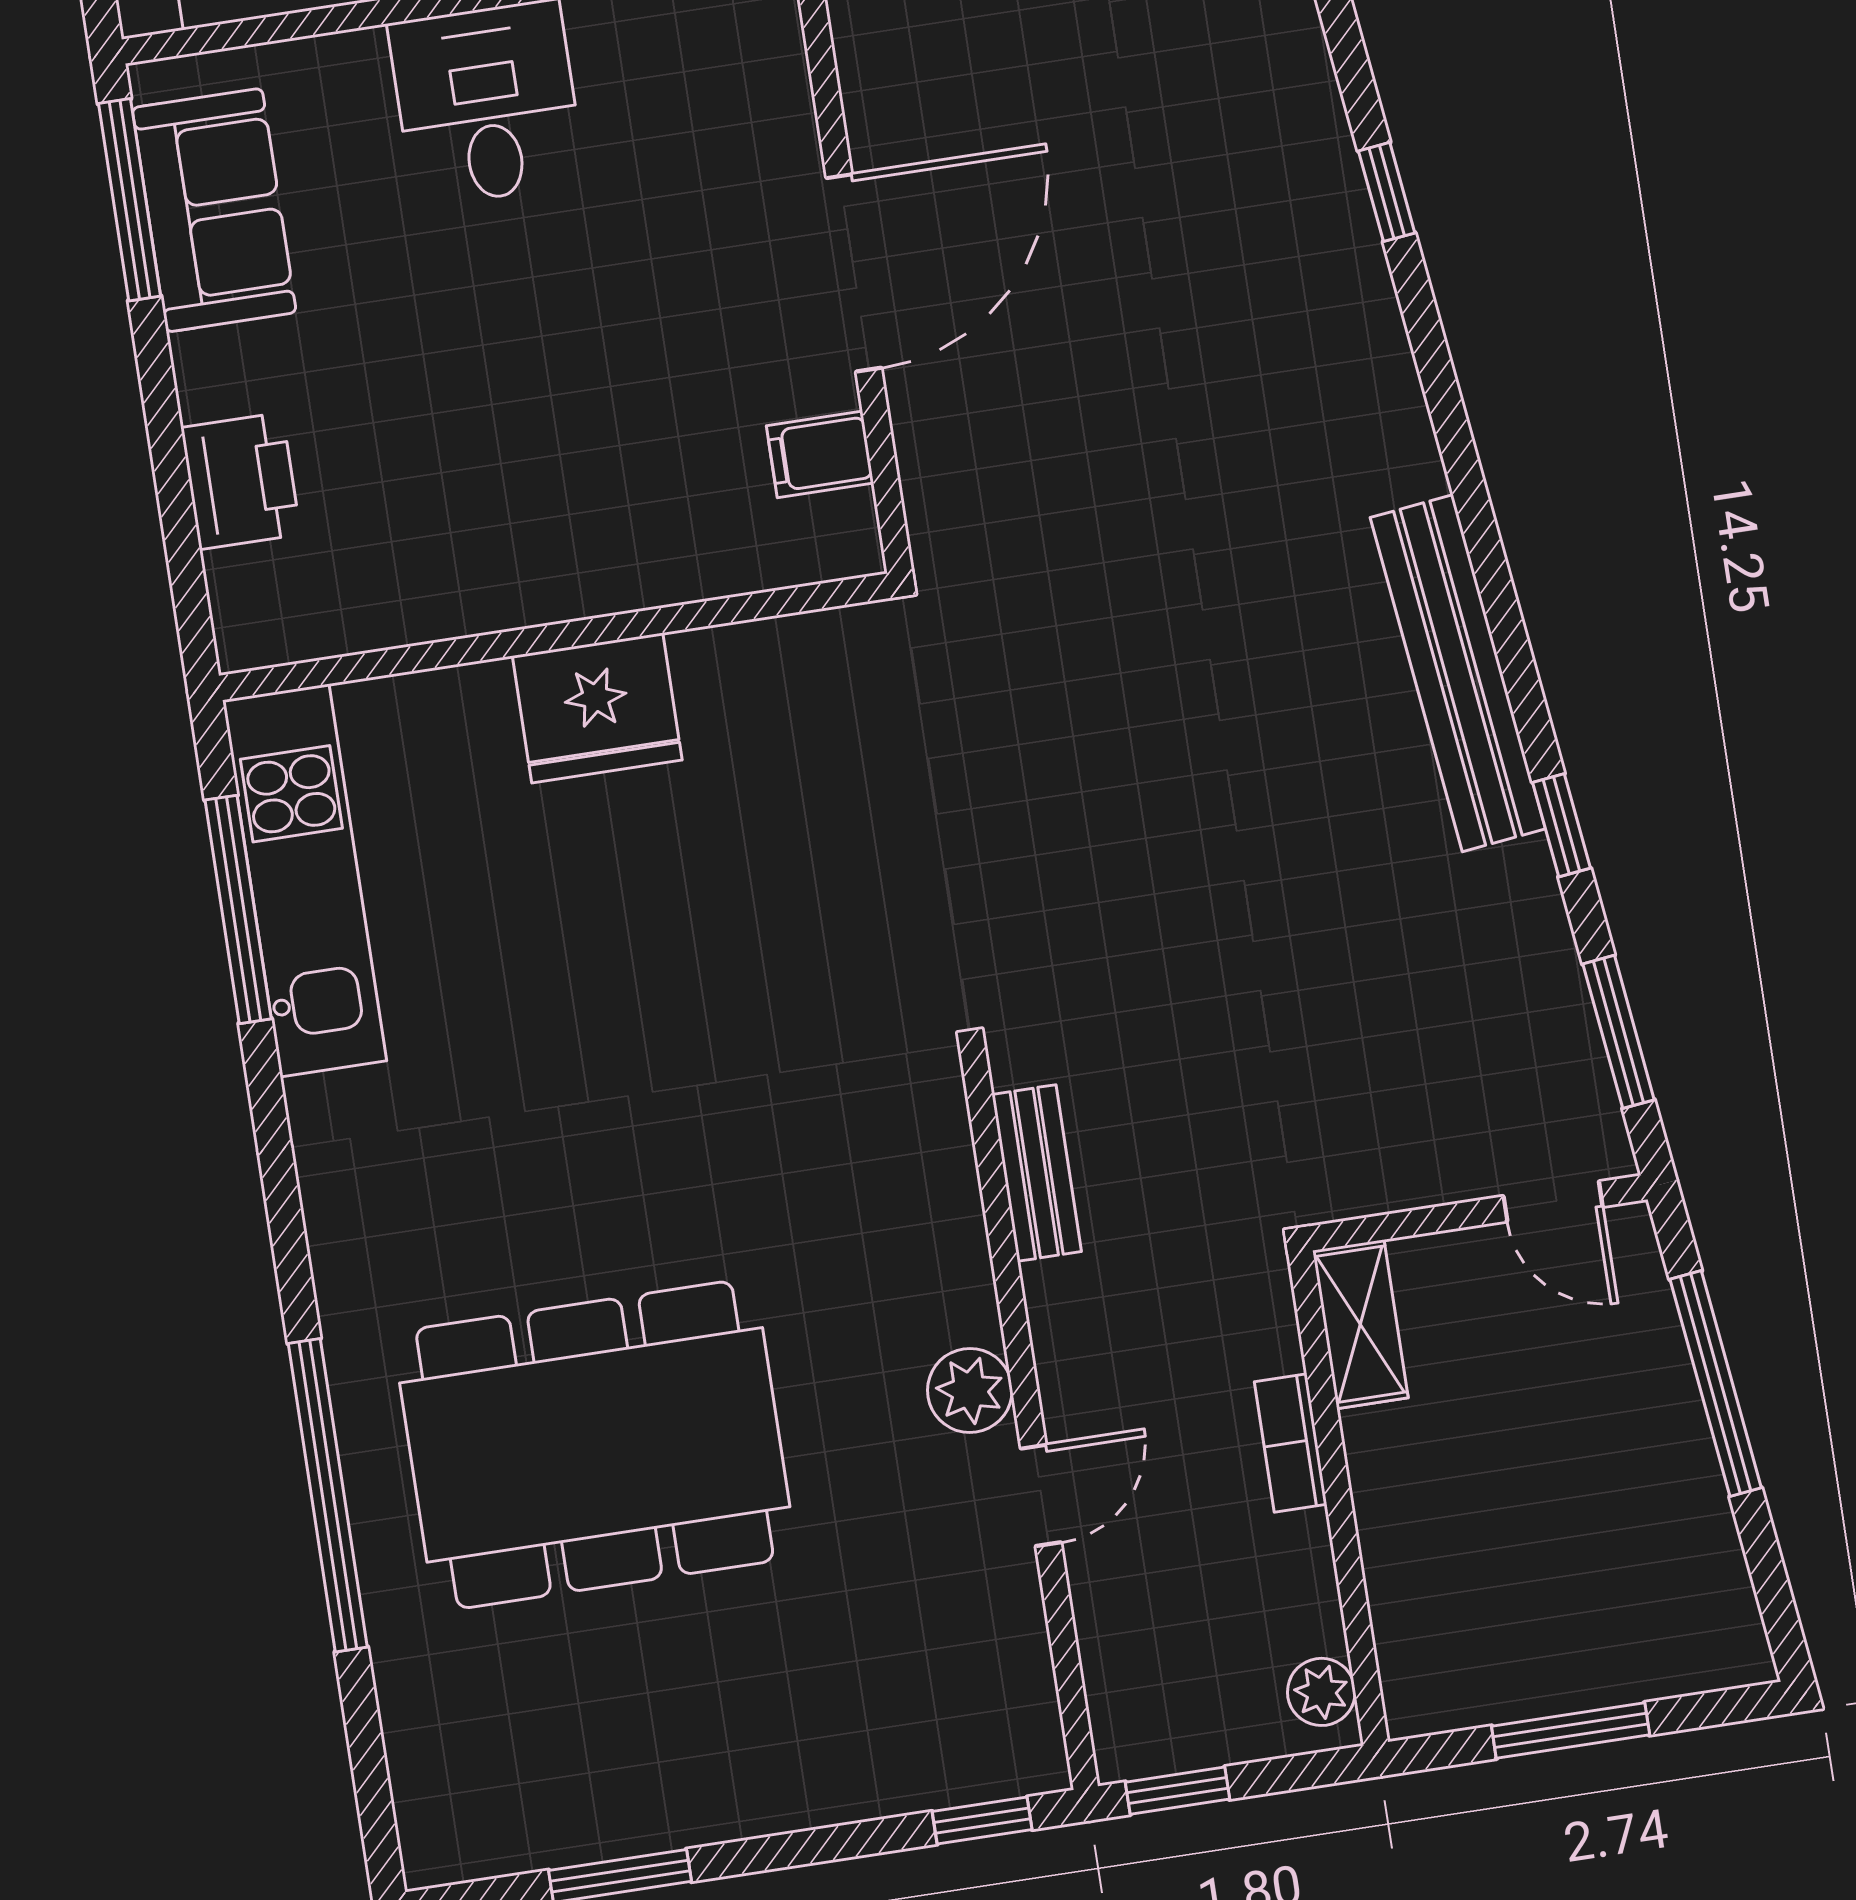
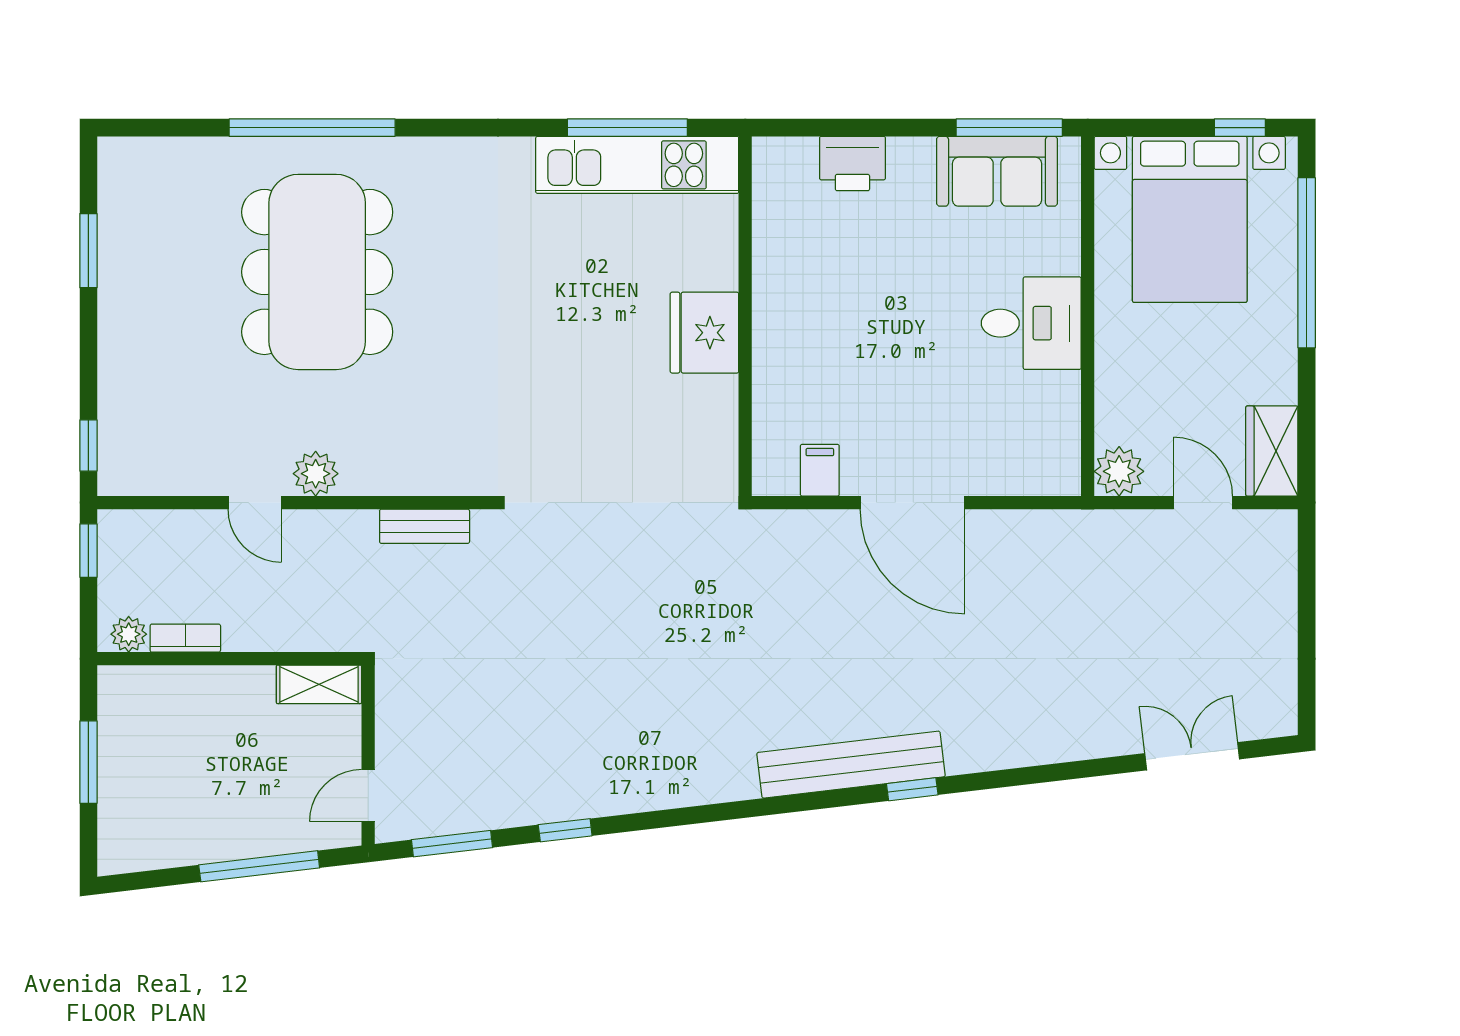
bench: (1458, 673) -> (851, 765), moved
bookcase: (1291, 1443) -> (185, 638), moved

